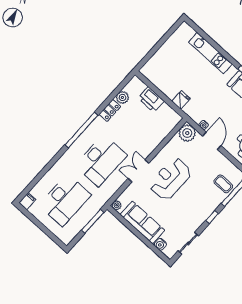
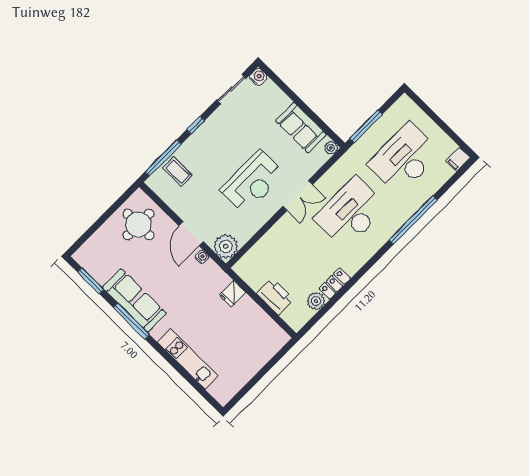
window: (81, 130) -> (413, 220), moved
sofa: (142, 222) -> (301, 128), width x0.73
water cooler: (160, 244) -> (258, 77), moved

